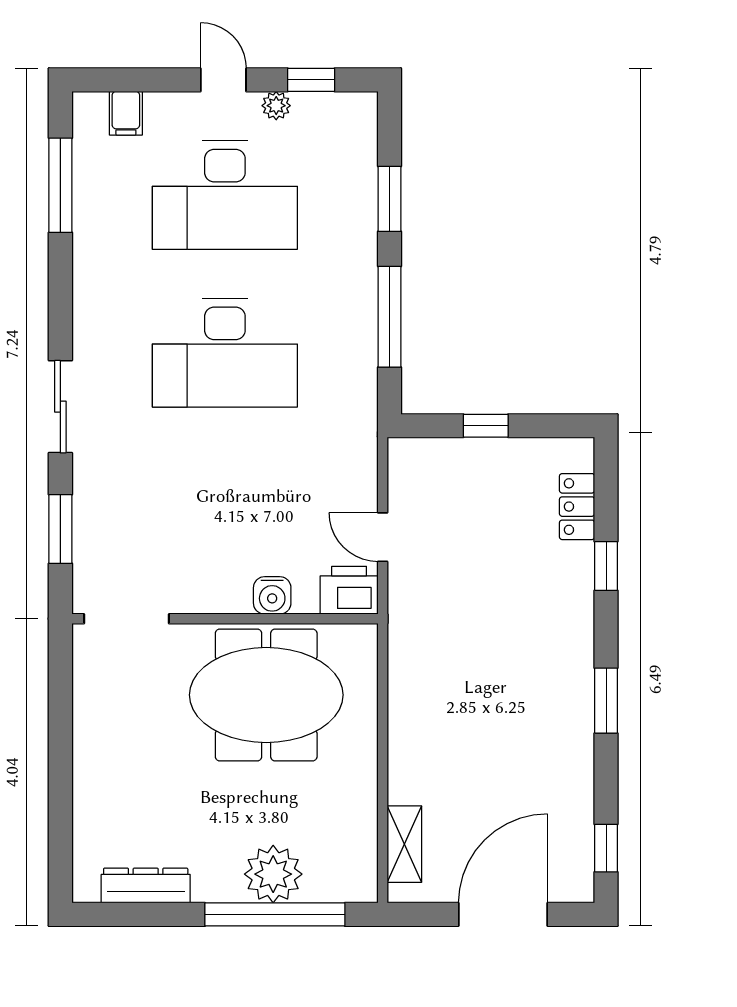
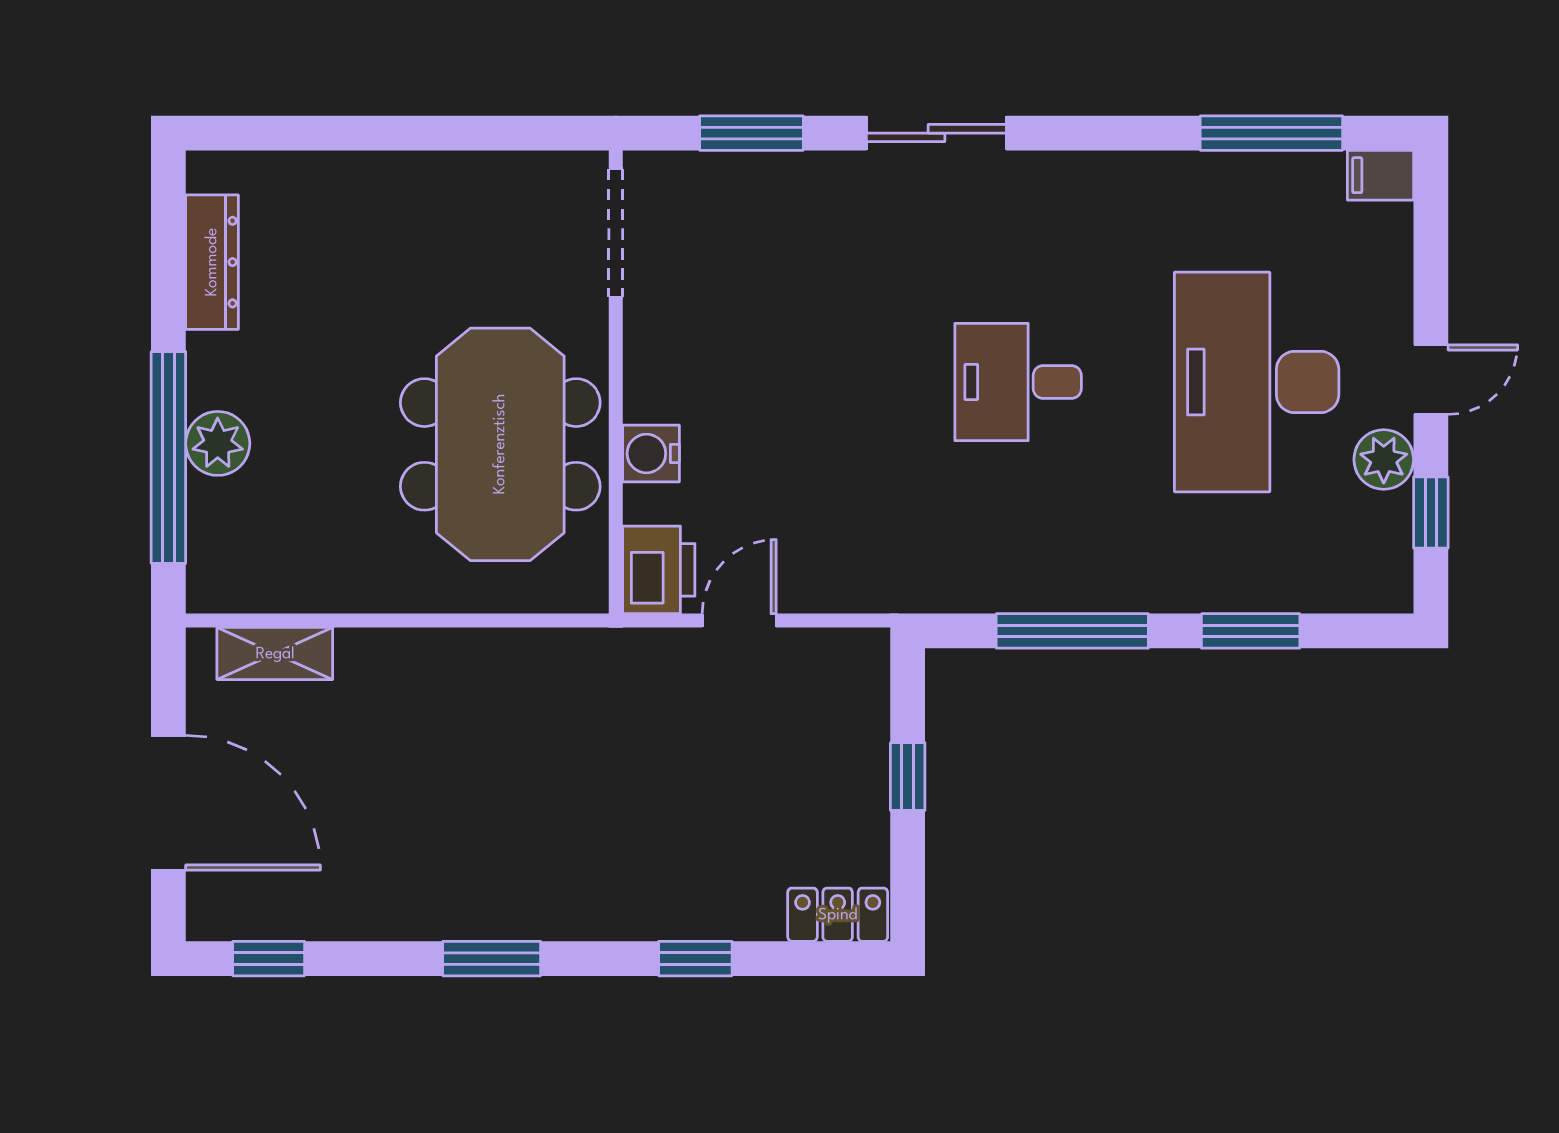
plant: (276, 106) -> (1384, 460), width x1.38, depth x1.38
filing cabinet: (126, 113) -> (1380, 175), moved
desk: (225, 353) -> (1018, 382), width x0.53, depth x0.77
locker: (577, 507) -> (838, 915), moved
plant: (273, 874) -> (218, 443), width x0.73, depth x0.73

